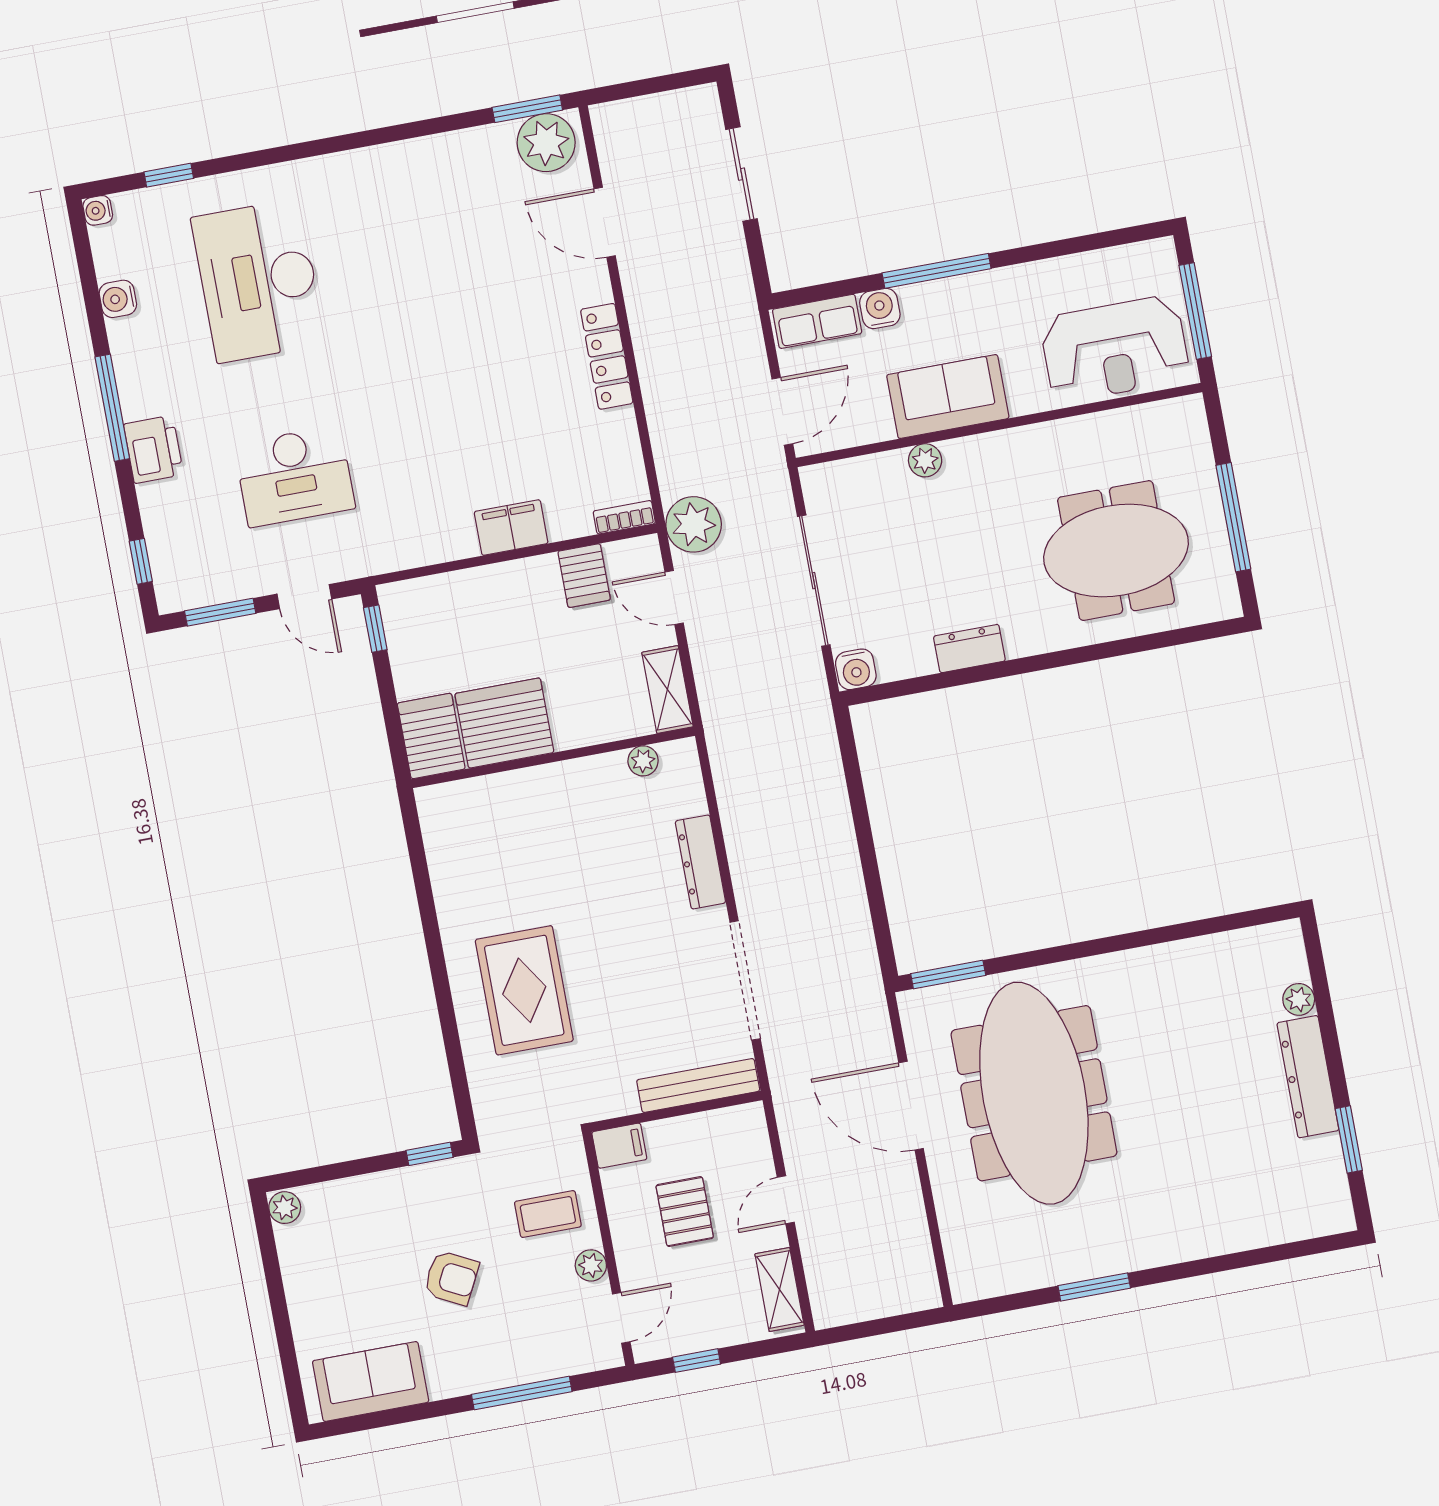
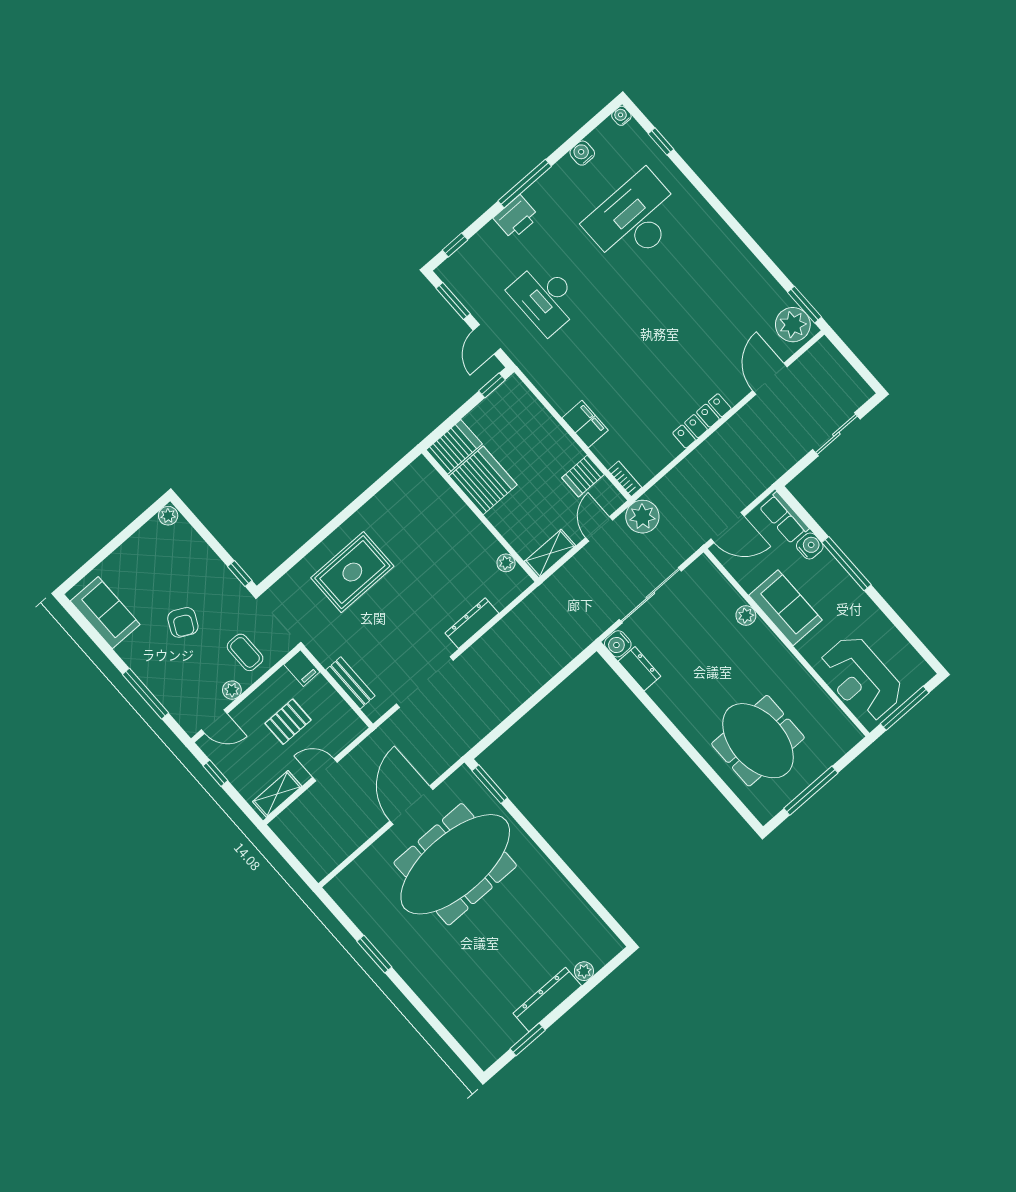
dresser: (969, 649) -> (639, 669), moved
bench: (698, 1086) -> (350, 683), width x0.73

